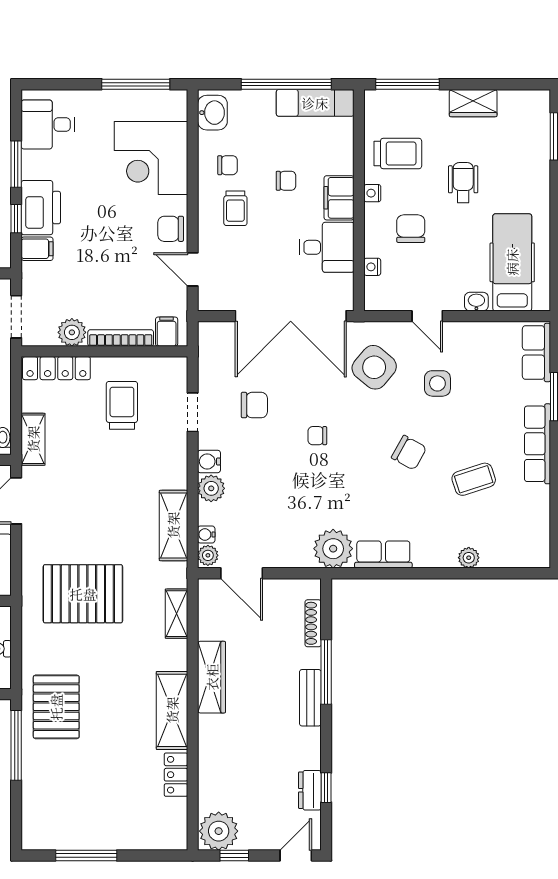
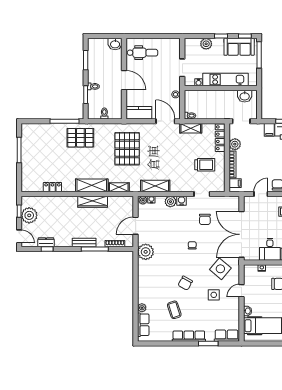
row of seats: (383, 554) -> (143, 325), moved
door: (242, 573) -> (136, 226), moved
shelving: (172, 710) -> (92, 185), moved
plant: (219, 831) -> (29, 215), moved

